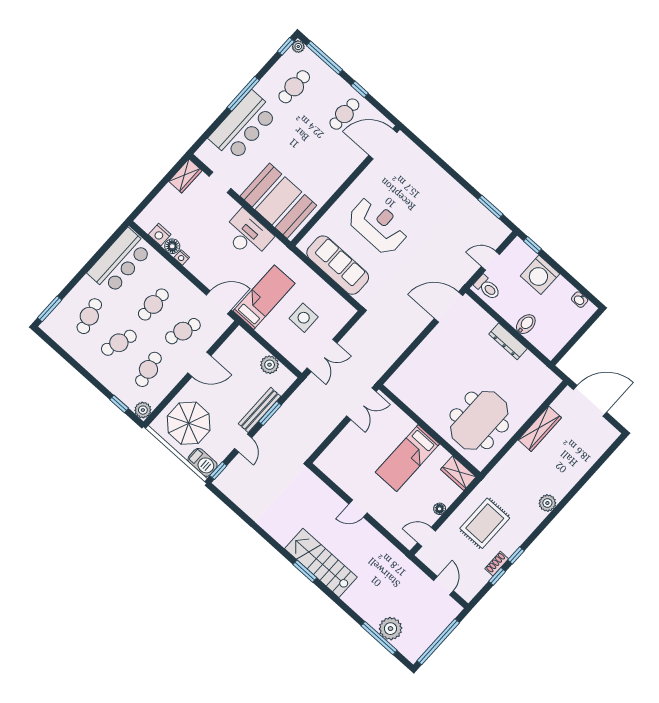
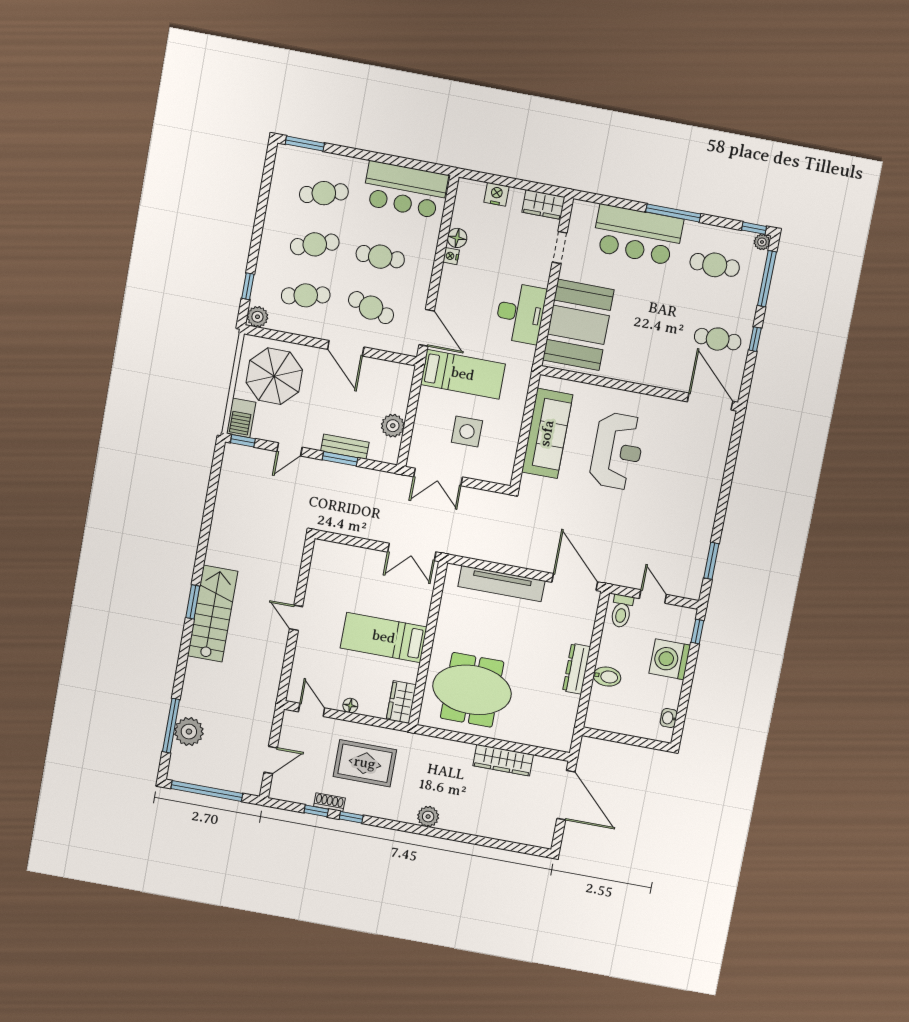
nightstand: (160, 235) -> (496, 194), moved, turned 90
cafe table: (119, 343) -> (315, 244), turned -36
tv unit: (419, 357) -> (501, 584), added
bench: (260, 410) -> (345, 447), width x0.73

